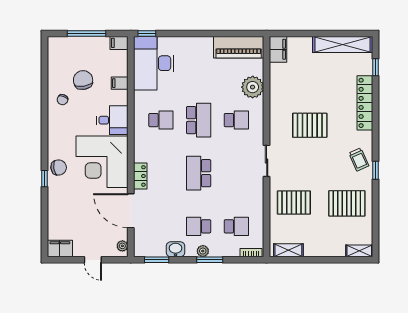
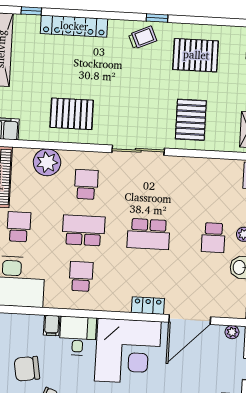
filing cabinet: (120, 83) -> (52, 325), moved
pallet: (310, 125) -> (72, 114), moved, turned 90
sliding door: (267, 161) -> (138, 150), width x1.37
pallet: (347, 203) -> (196, 55), turned 90
school desk: (236, 226) -> (19, 227), moved

